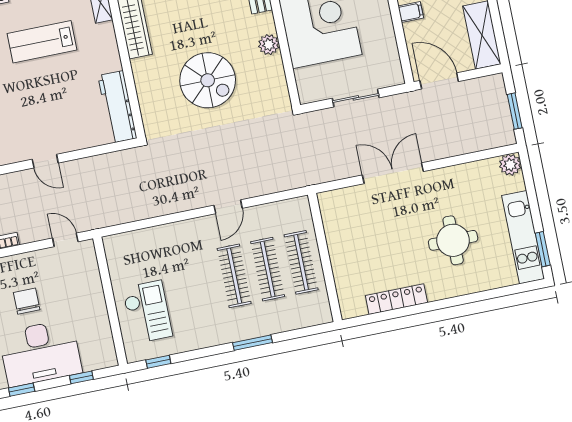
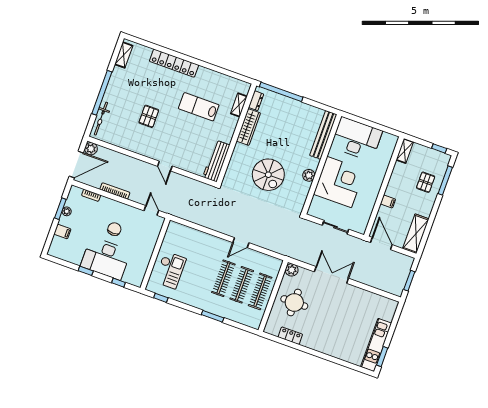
plant: (510, 165) -> (292, 270), moved
round table: (453, 240) -> (294, 302), moved
locker: (396, 299) -> (290, 336), width x0.66

